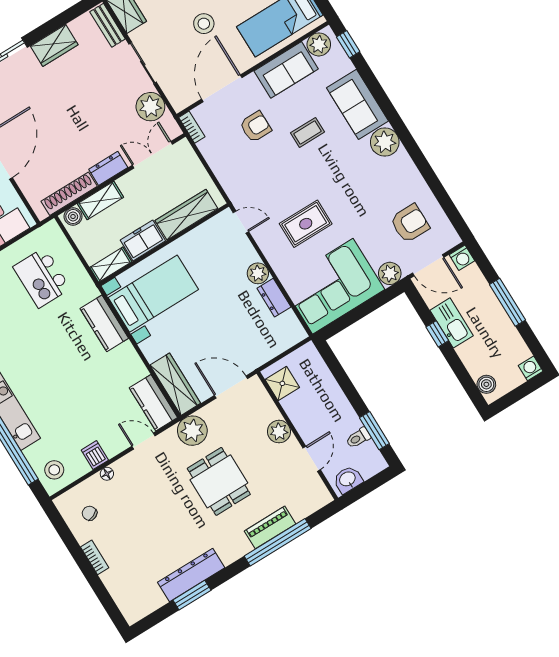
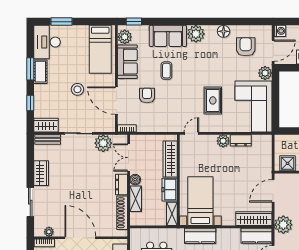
floor lamp: (412, 179) -> (224, 31), added
boiler: (73, 217) -> (135, 180), moved

